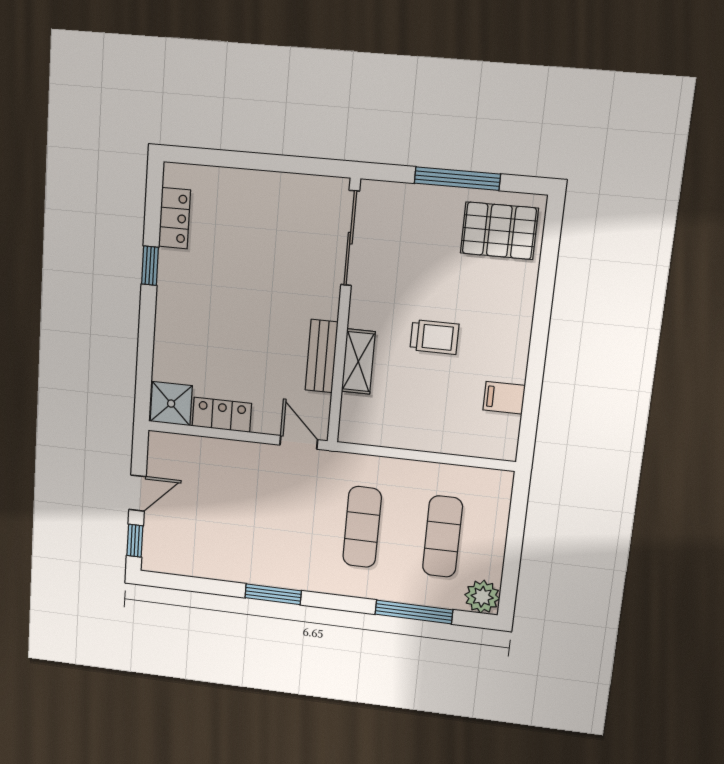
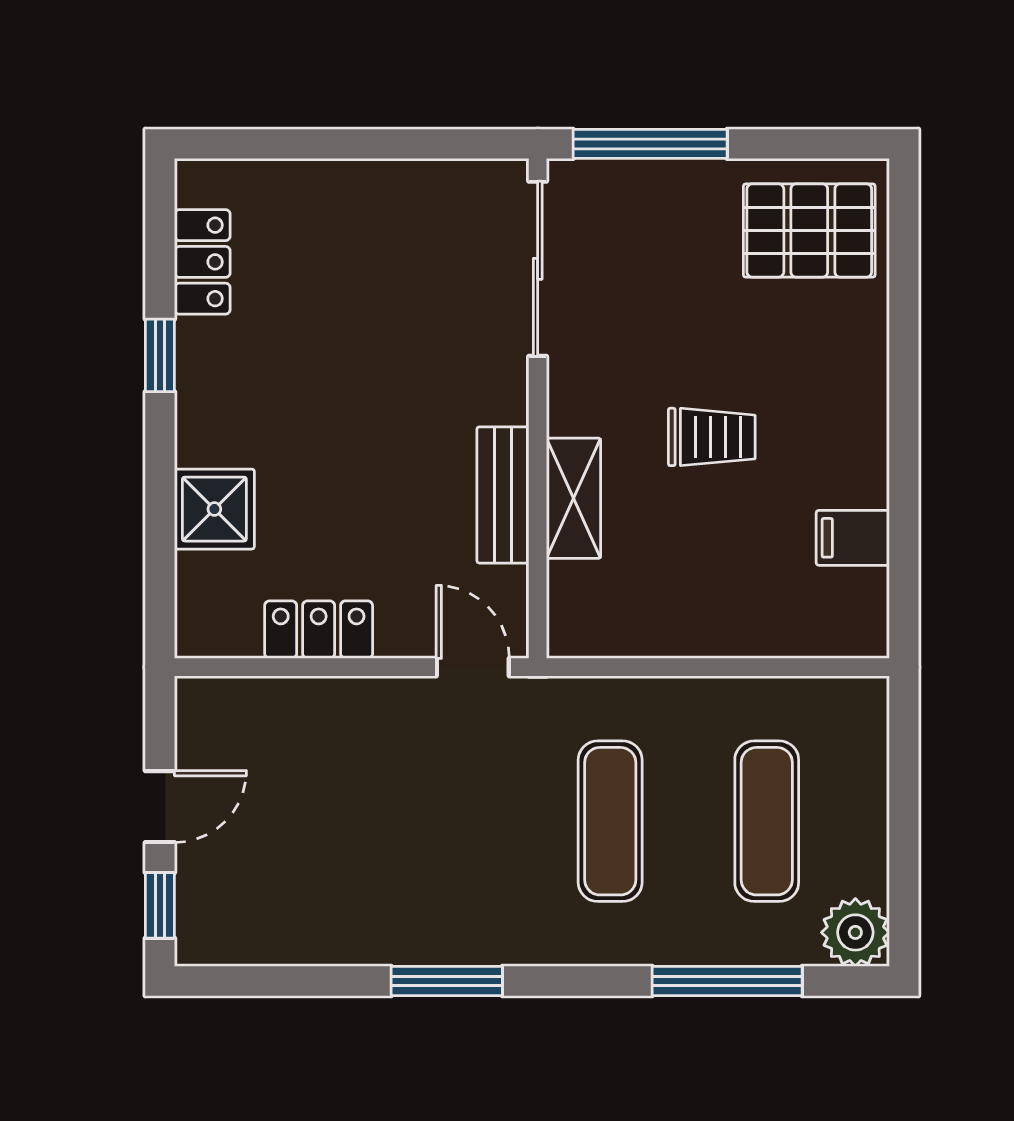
window: (457, 179) -> (650, 144), moved
shower: (171, 404) -> (214, 509), moved

